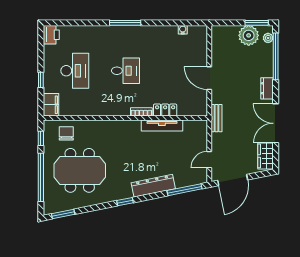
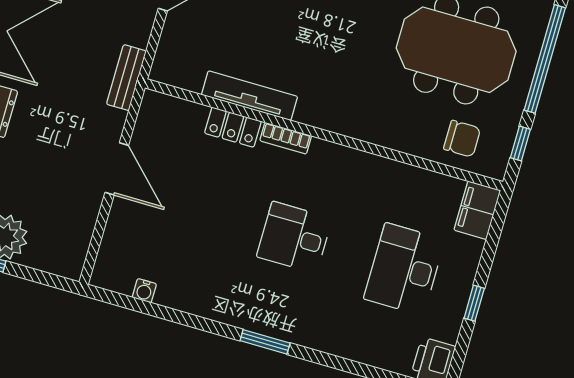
window: (125, 23) -> (265, 342), width x0.69
window: (41, 80) -> (474, 303), moved
chair: (66, 133) -> (462, 139), turned -90

